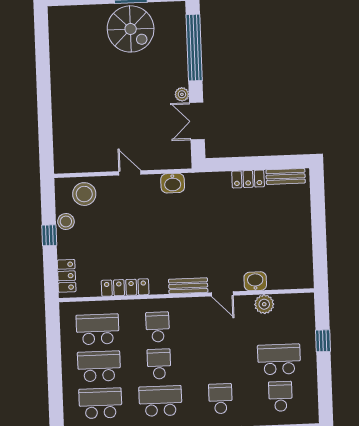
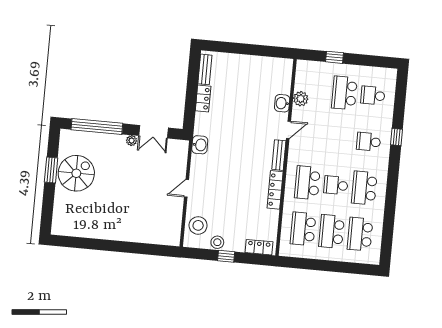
washbasin: (173, 183) -> (200, 145), moved
locker: (125, 287) -> (275, 190), moved
school desk: (158, 327) -> (307, 183), width x1.85

